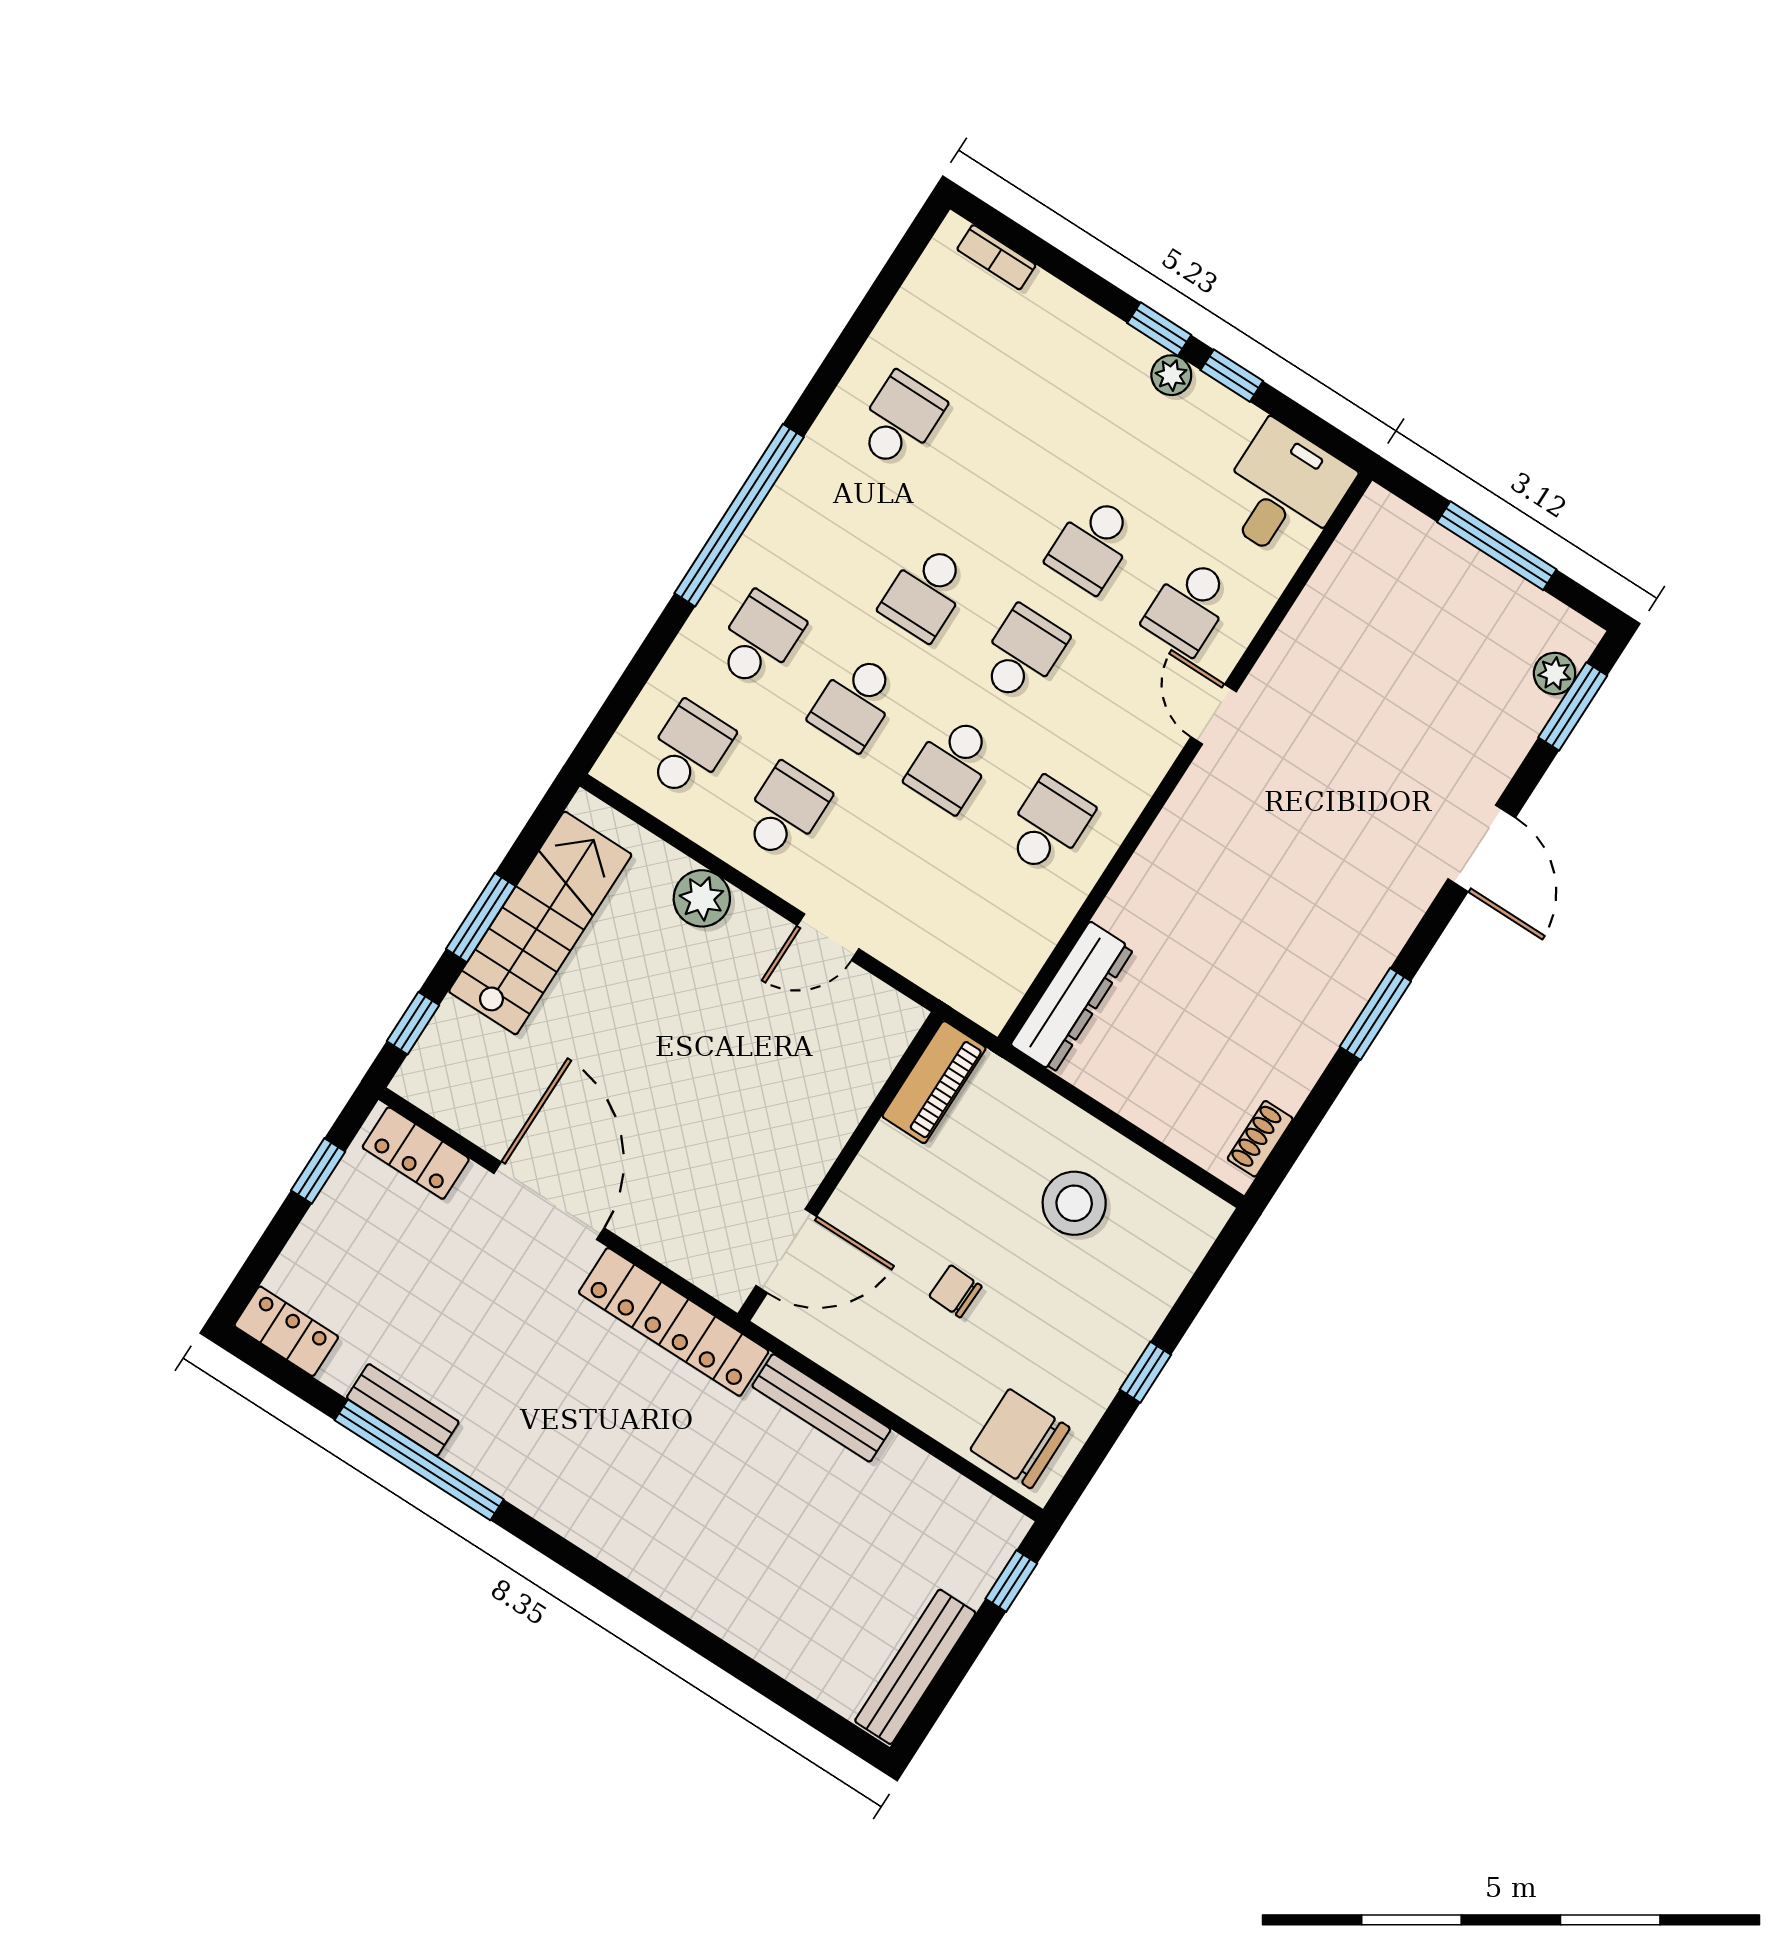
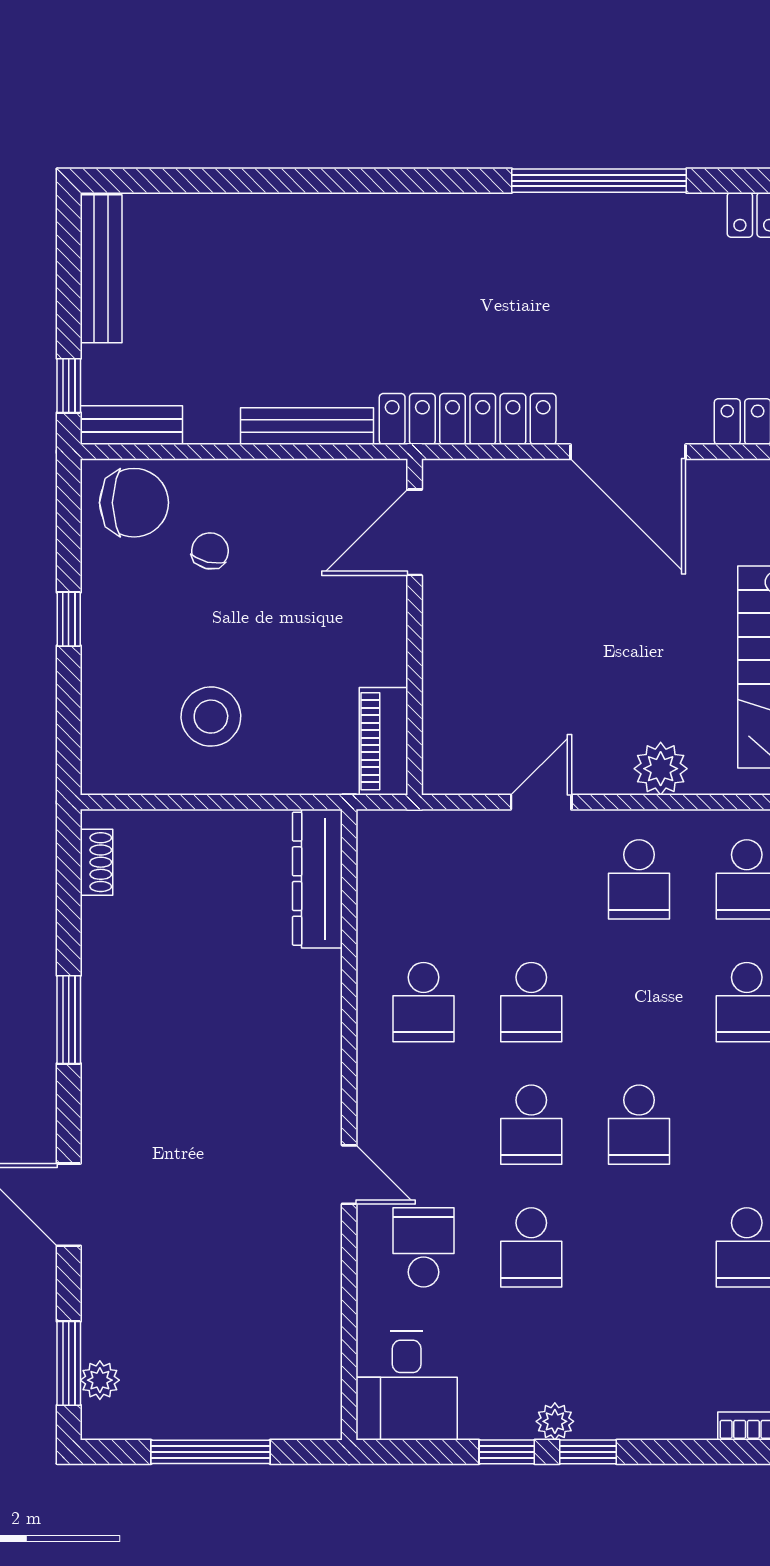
school desk: (1092, 544) -> (531, 1247), turned 180
school desk: (926, 592) -> (639, 1125), turned 180
school desk: (855, 702) -> (639, 1002), removed
school desk: (952, 764) -> (531, 1002), turned 180
chair: (955, 1291) -> (210, 551), moved, turned -79
bench: (403, 1410) -> (131, 425), moved

